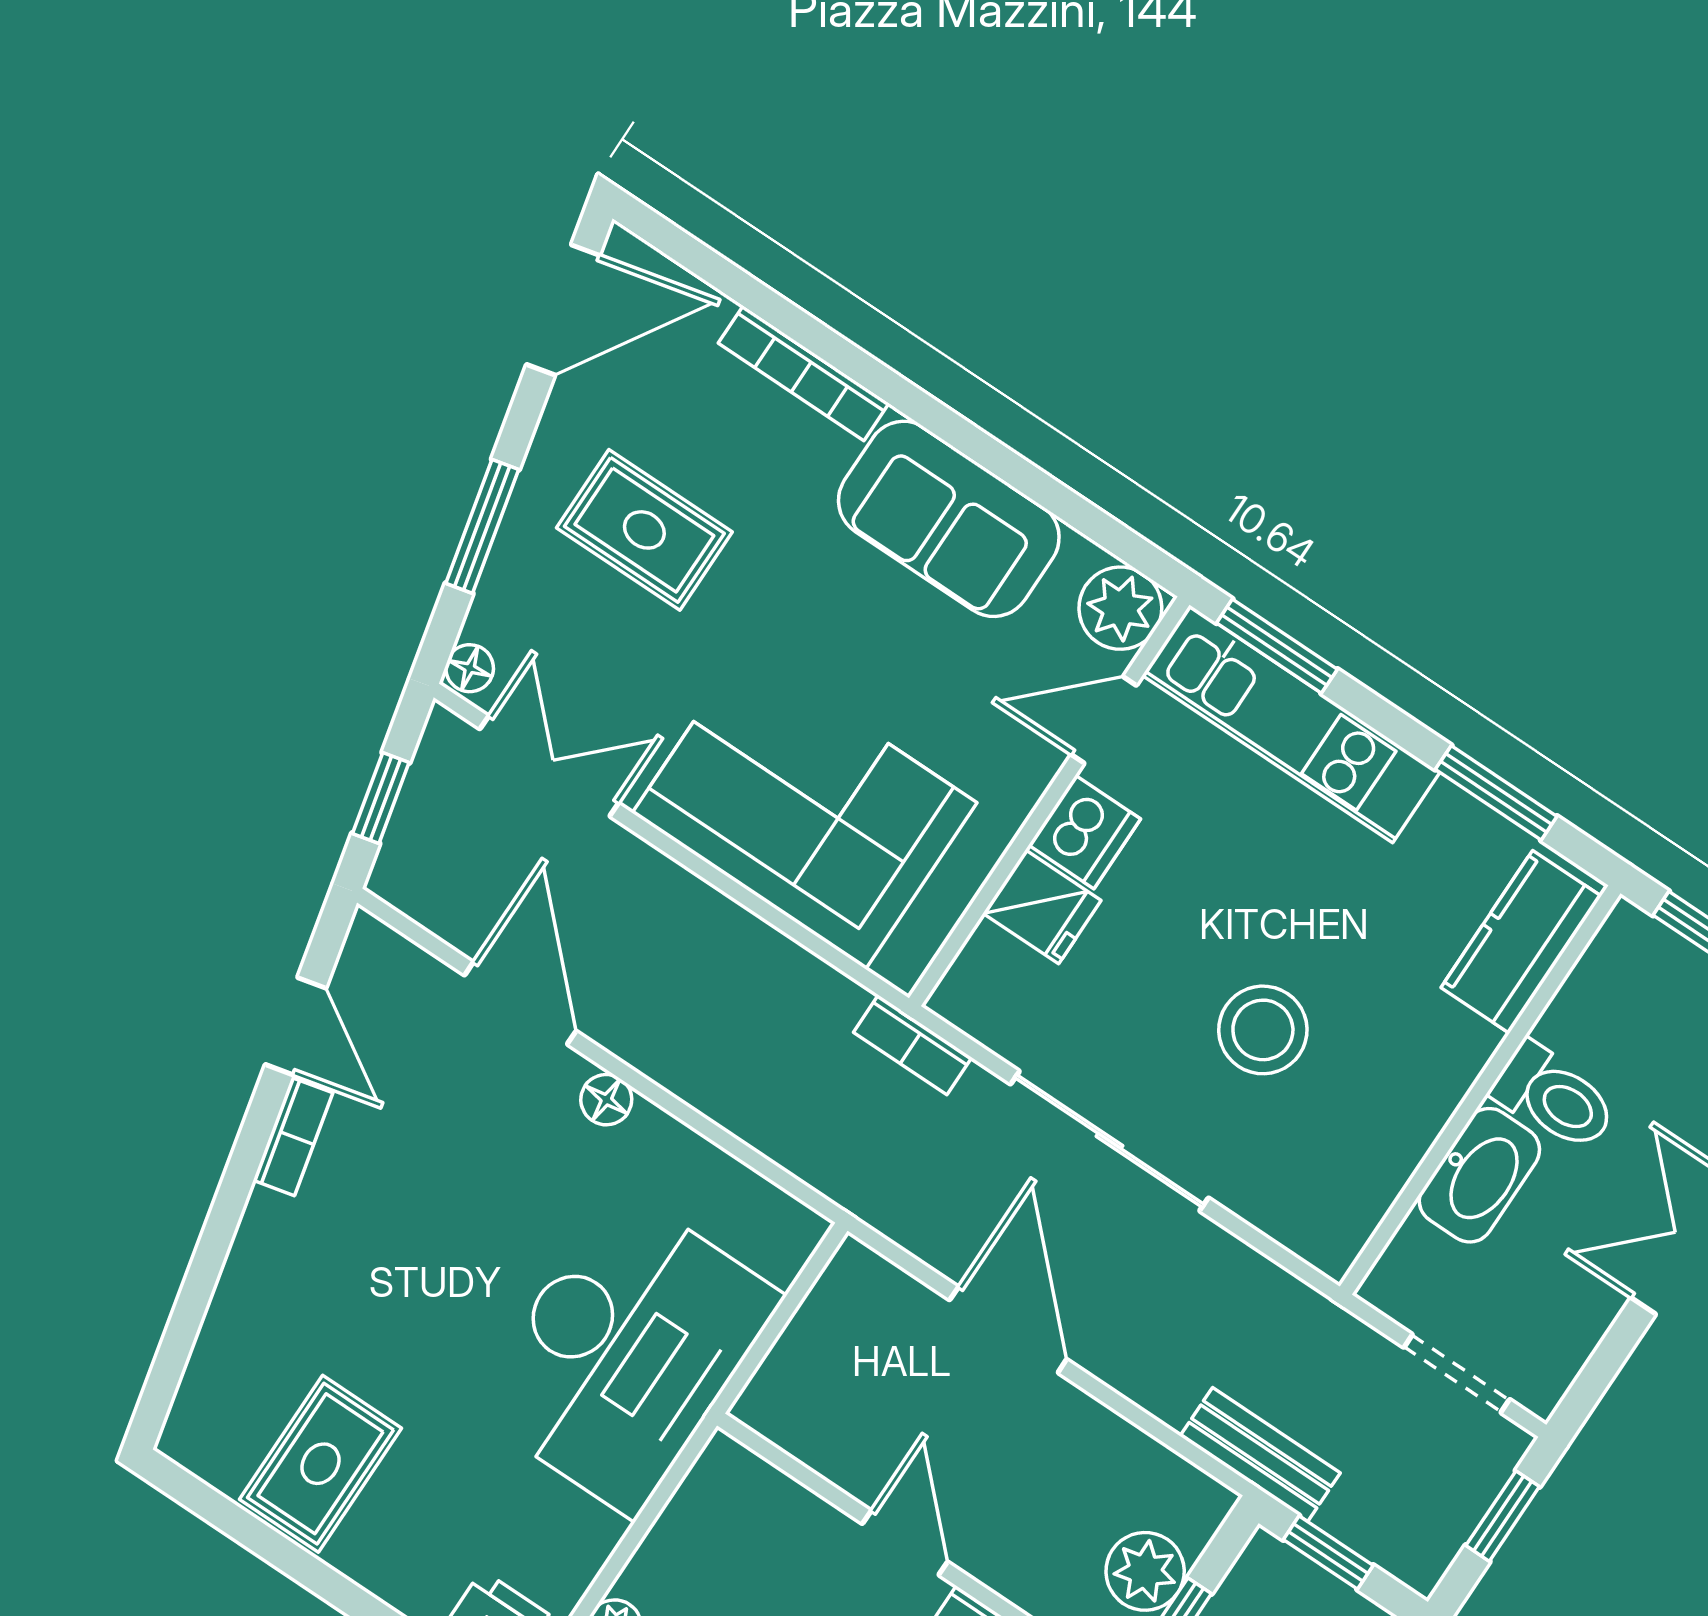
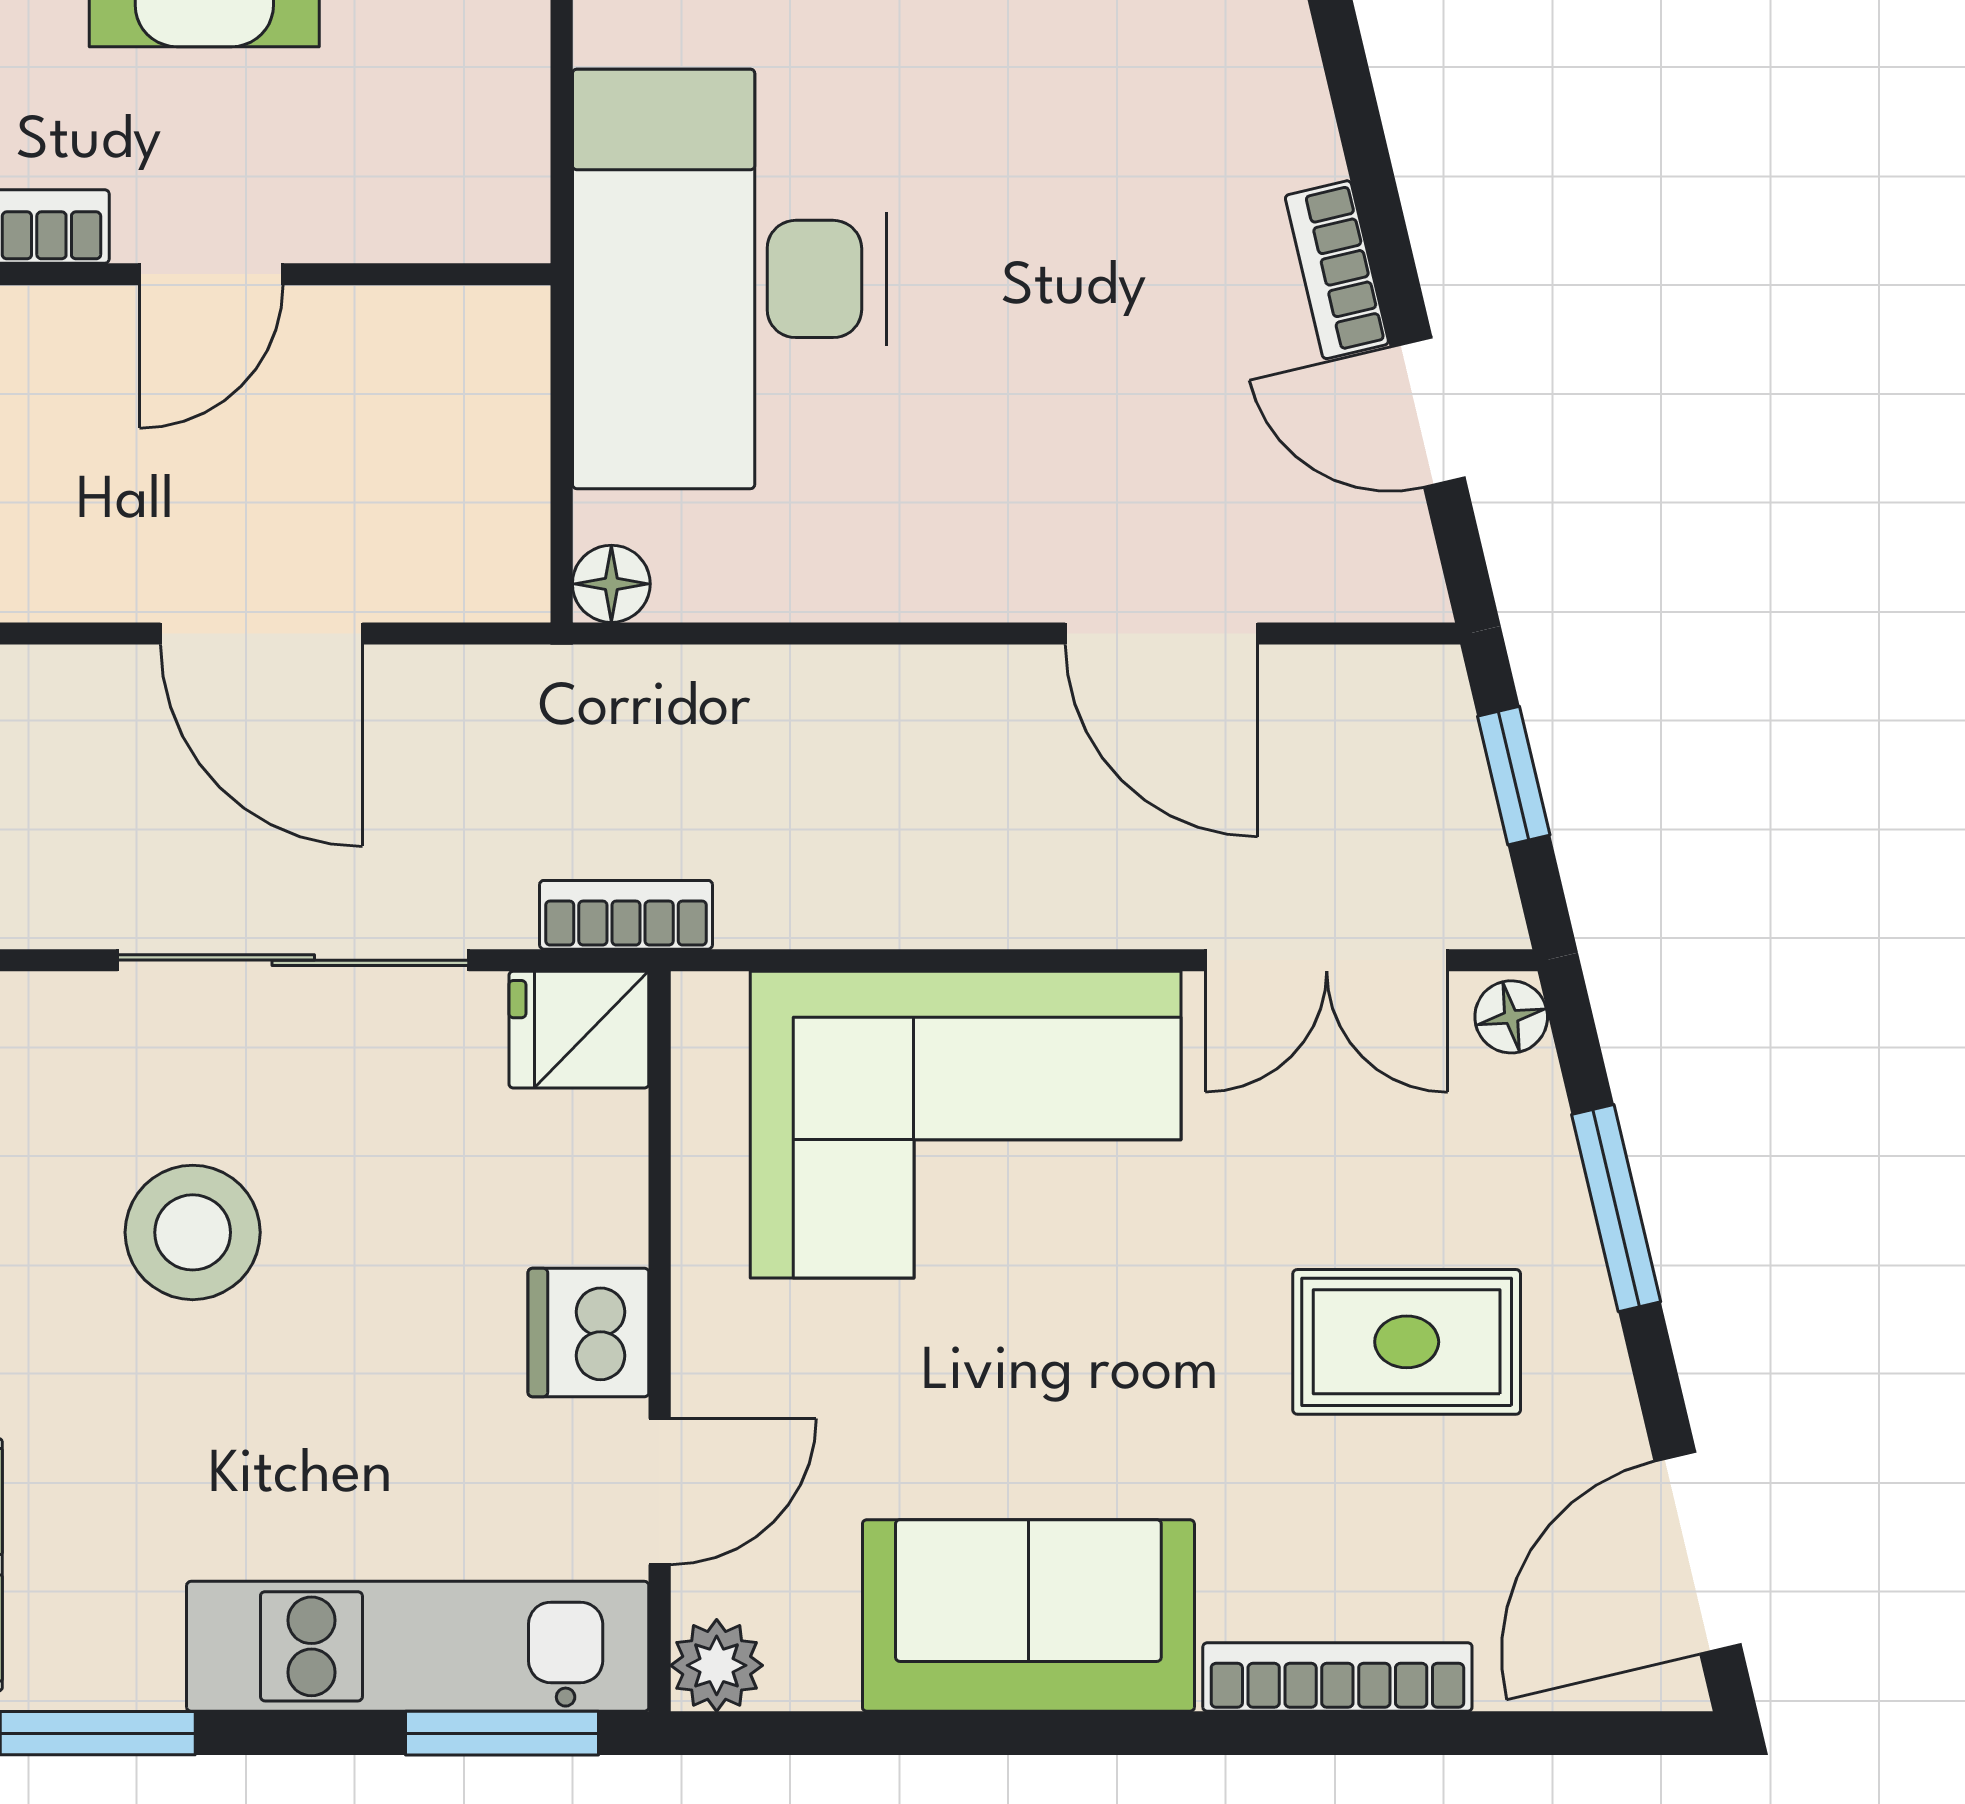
plant: (1120, 608) -> (717, 1665), width x0.73, depth x0.73
fridge: (1042, 907) -> (579, 1030), moved
floor lamp: (606, 1100) -> (611, 584), moved
door: (905, 1543) -> (211, 274), hinge flipped

